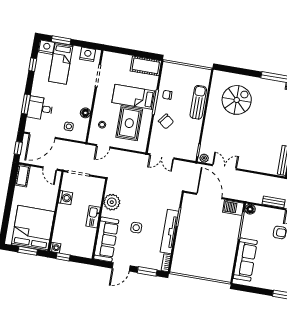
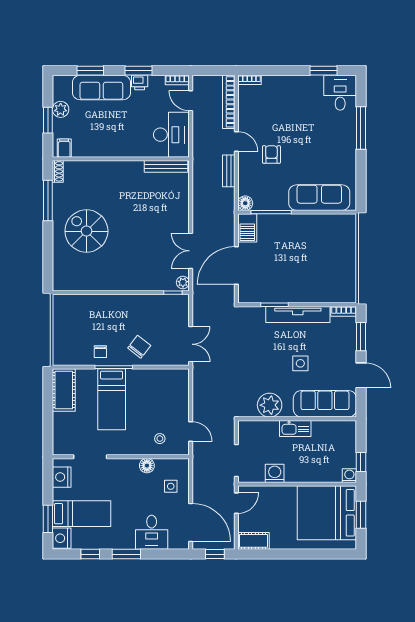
spiral stairs: (237, 100) -> (86, 231), moved
sun lounger: (198, 102) -> (103, 305), removed
window: (26, 104) -> (126, 554), moved
rug: (129, 123) -> (151, 400), removed

